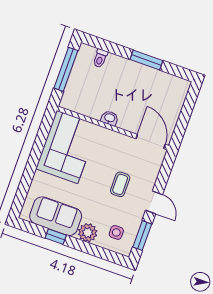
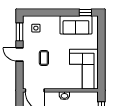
plant: (88, 233) -> (53, 22), removed
window: (56, 237) -> (85, 13), moved

